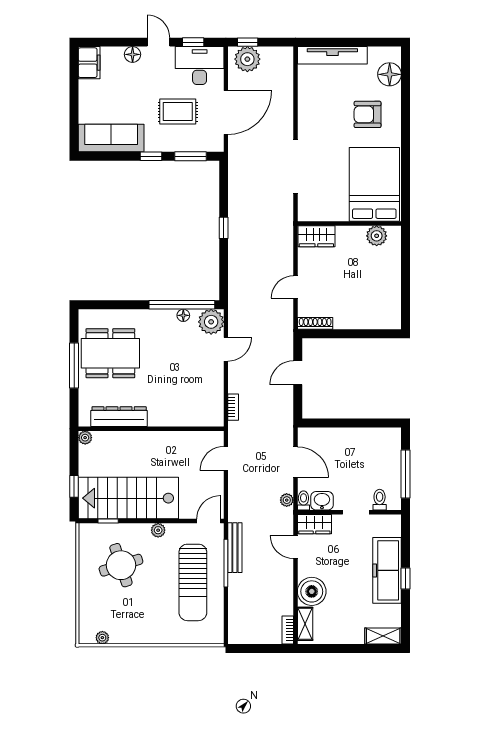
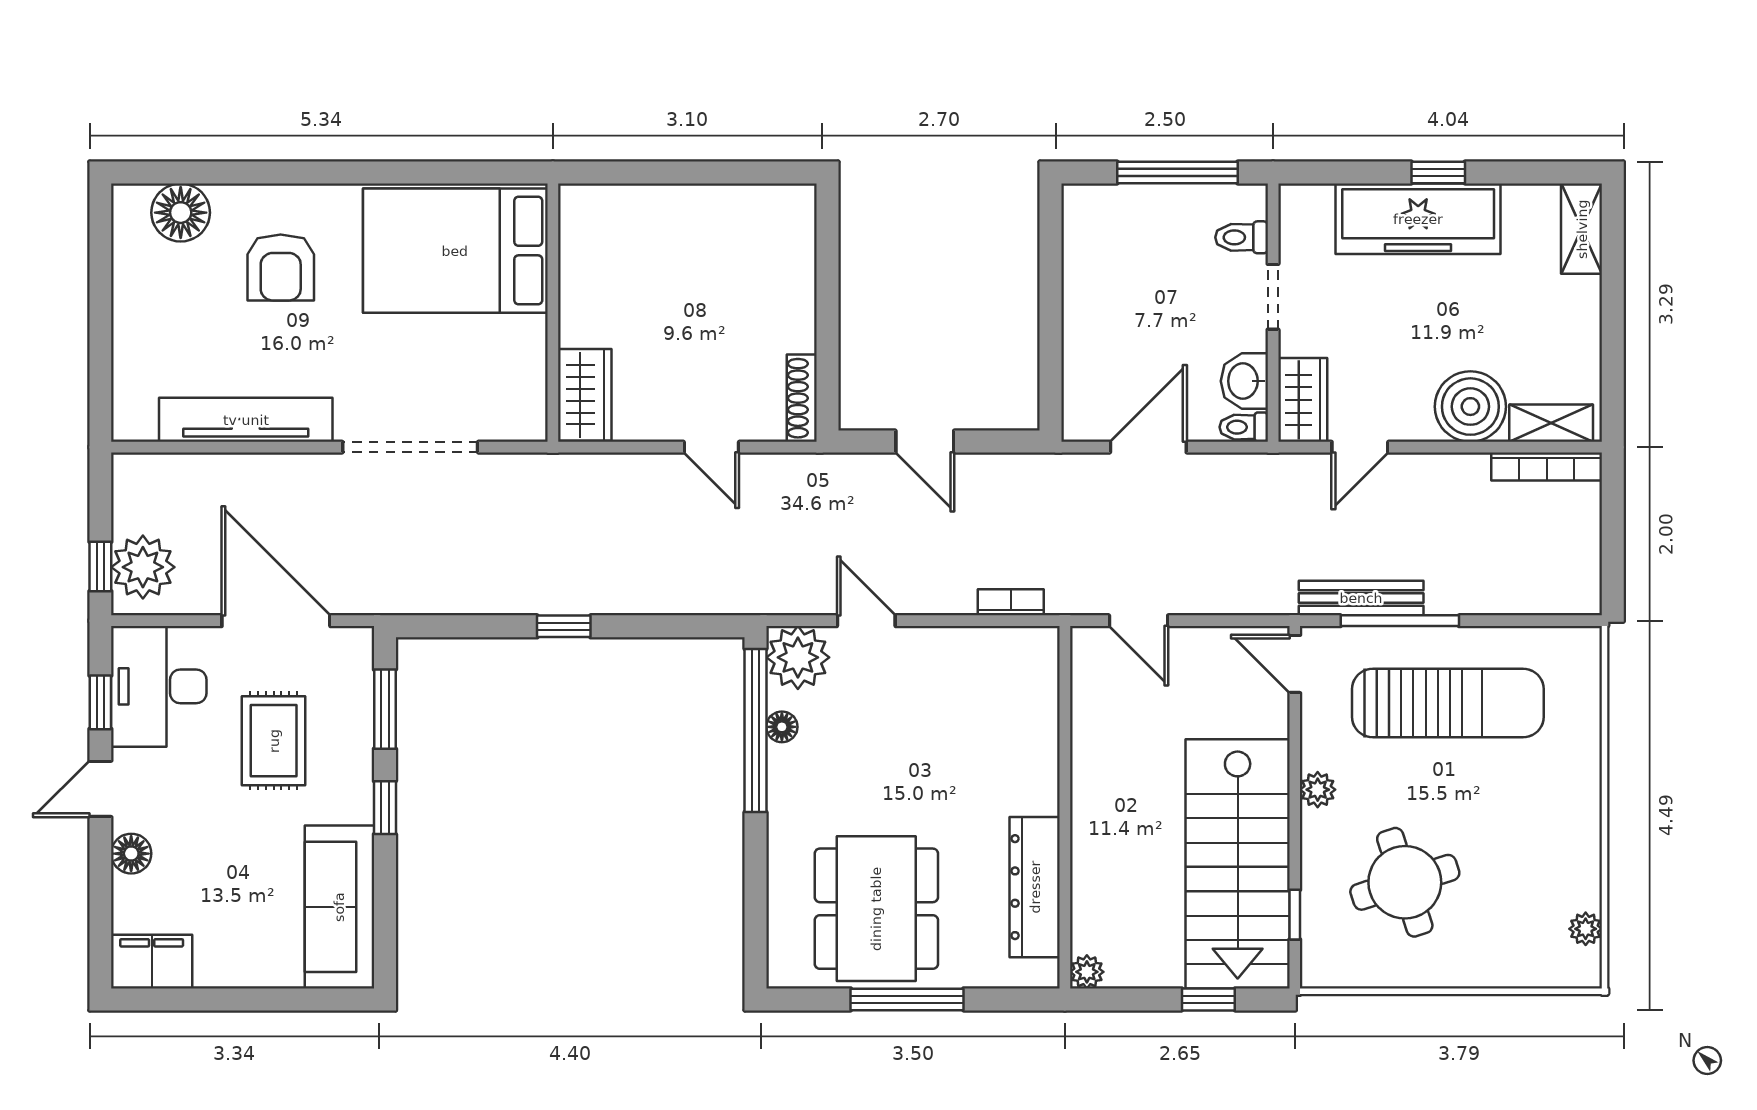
tv unit: (332, 55) -> (246, 420), moved, turned -90
plant: (377, 236) -> (583, 245), removed
plant: (287, 500) -> (1243, 469), removed
bookcase: (288, 630) -> (1547, 467), width x1.56

